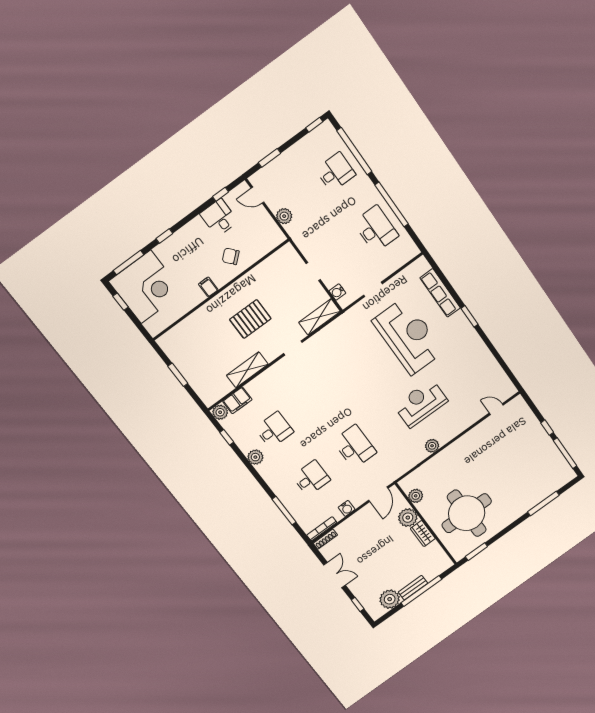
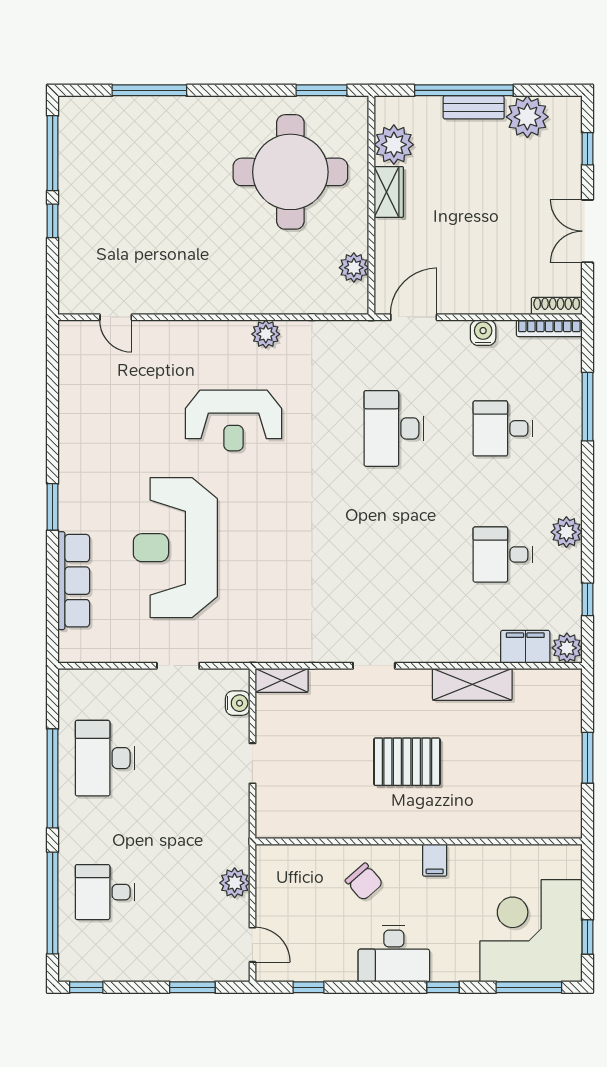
desk: (219, 218) -> (394, 954), moved, width x1.37
shelving: (320, 317) -> (282, 680), width x0.67, depth x0.75
plant: (408, 518) -> (394, 145), moved

